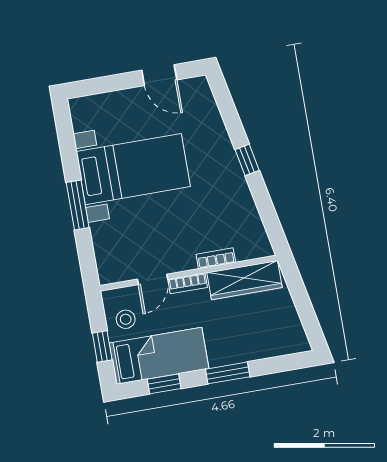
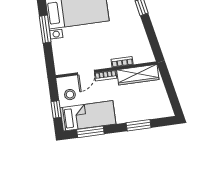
window: (228, 373) -> (139, 125), moved
window: (164, 384) -> (90, 132), width x1.50

